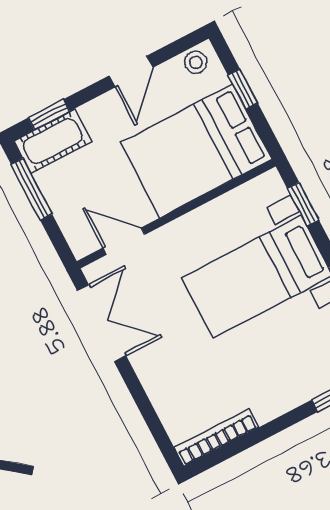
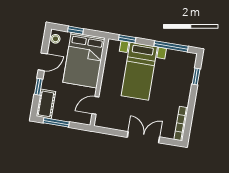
door: (131, 72) -> (43, 62), hinge flipped
window: (49, 114) -> (38, 87), moved
double door: (102, 323) -> (143, 137), moved

